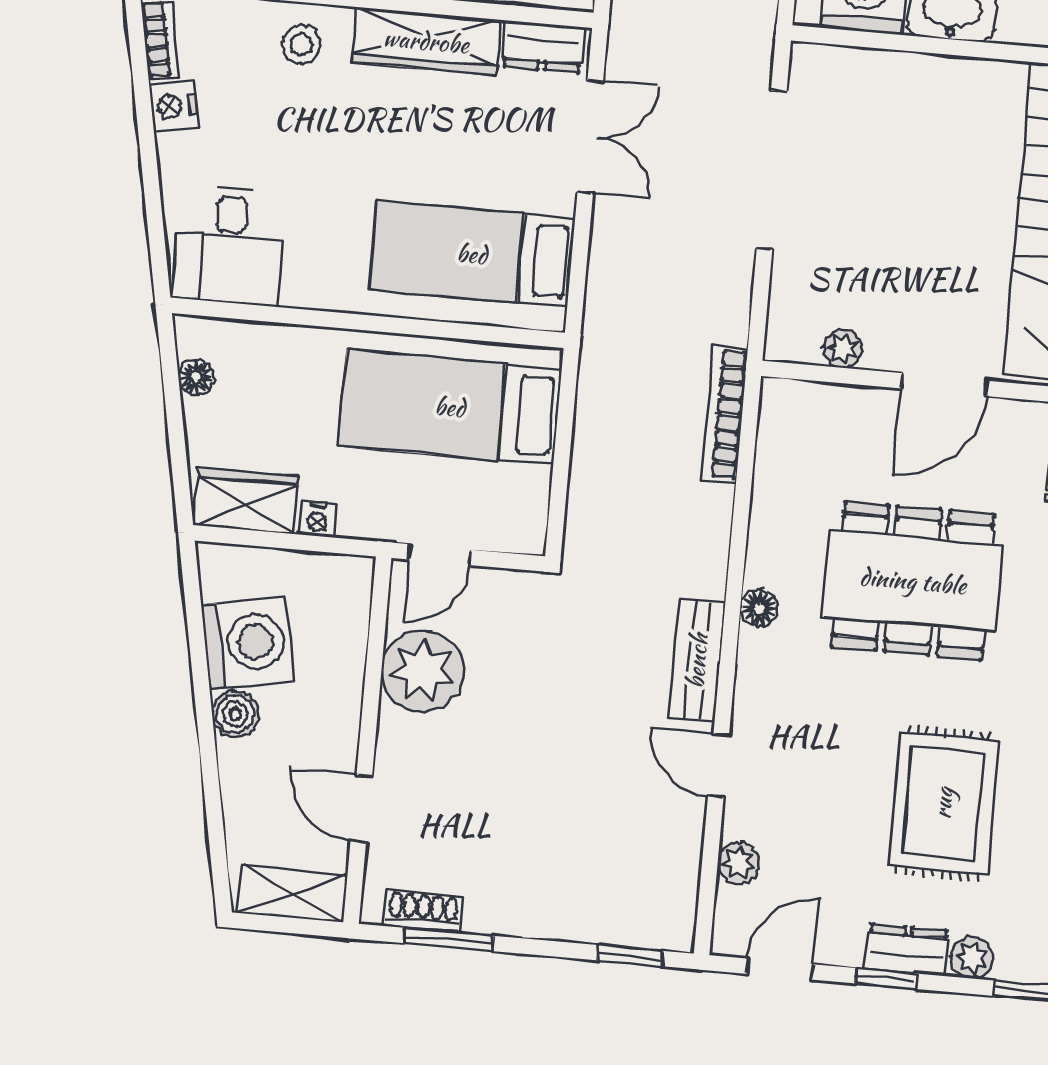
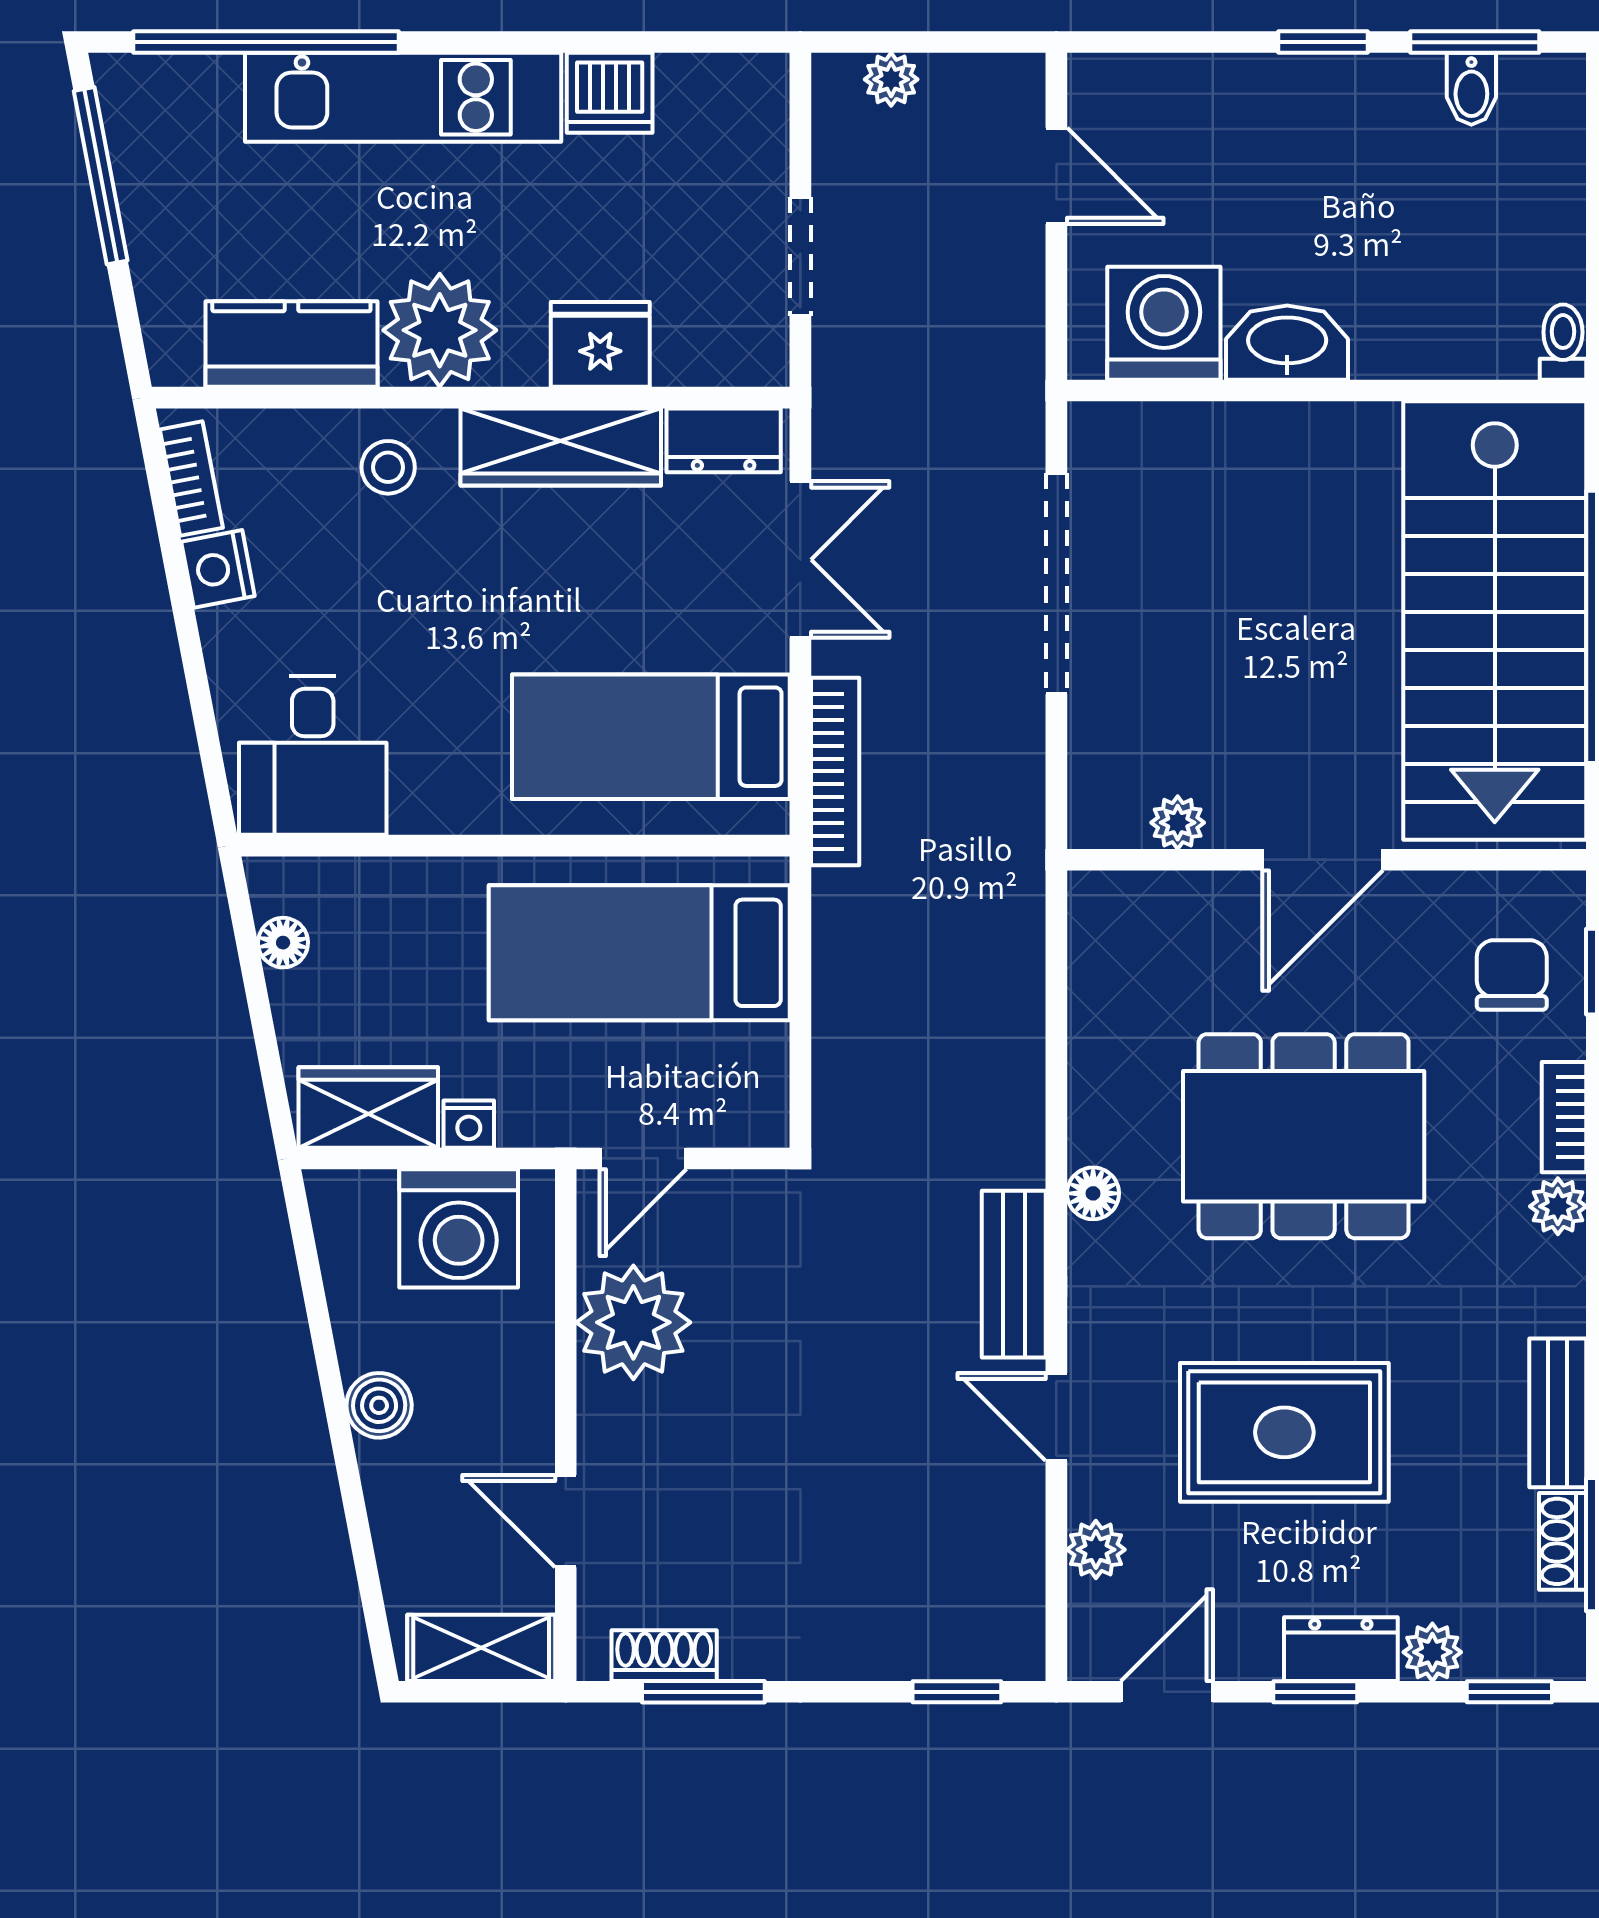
bookcase: (725, 414) -> (835, 771), moved, turned 180
washing machine: (248, 643) -> (459, 1228), moved, turned 101
rug: (943, 803) -> (1284, 1432), moved, turned 90

